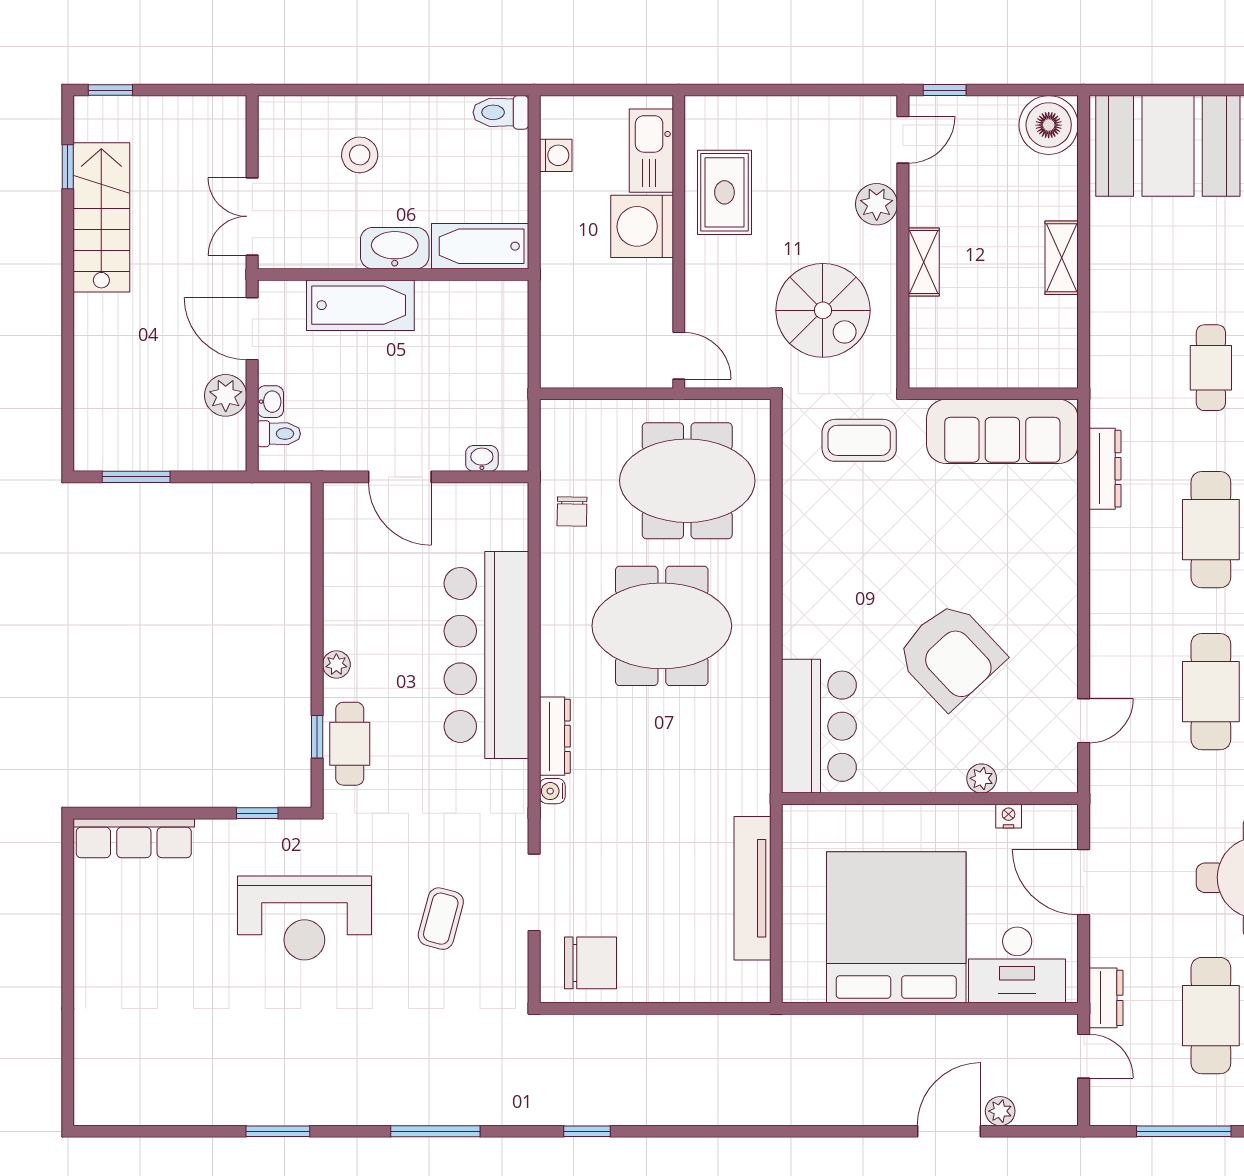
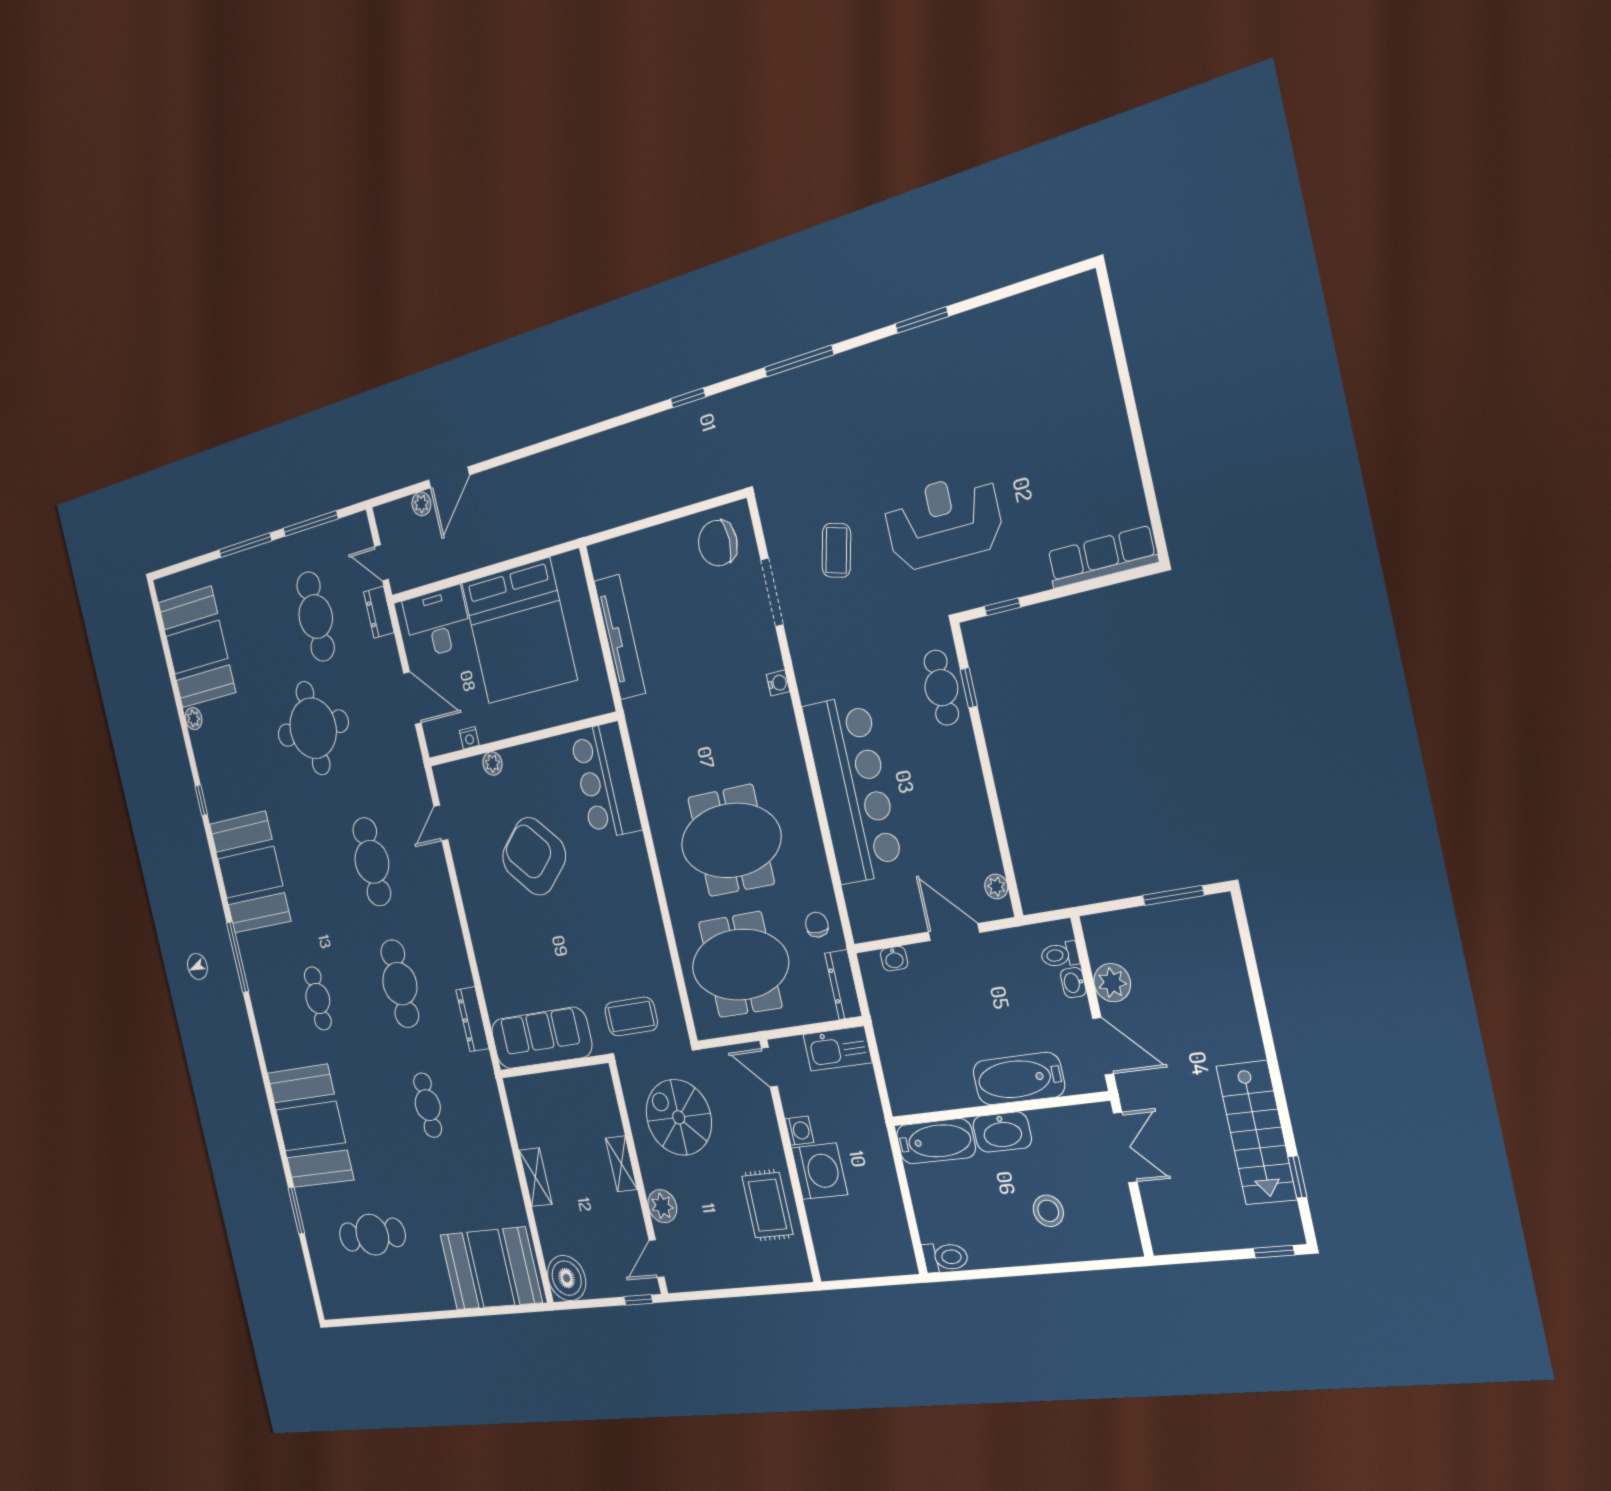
kitchen sink: (651, 151) -> (837, 1049), moved, turned 90
washing machine: (556, 155) -> (799, 1131), moved, turned 180
plant: (336, 664) -> (996, 886), moved
dresser: (555, 736) -> (843, 985), moved

